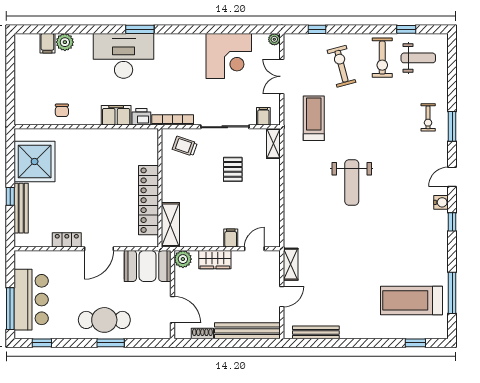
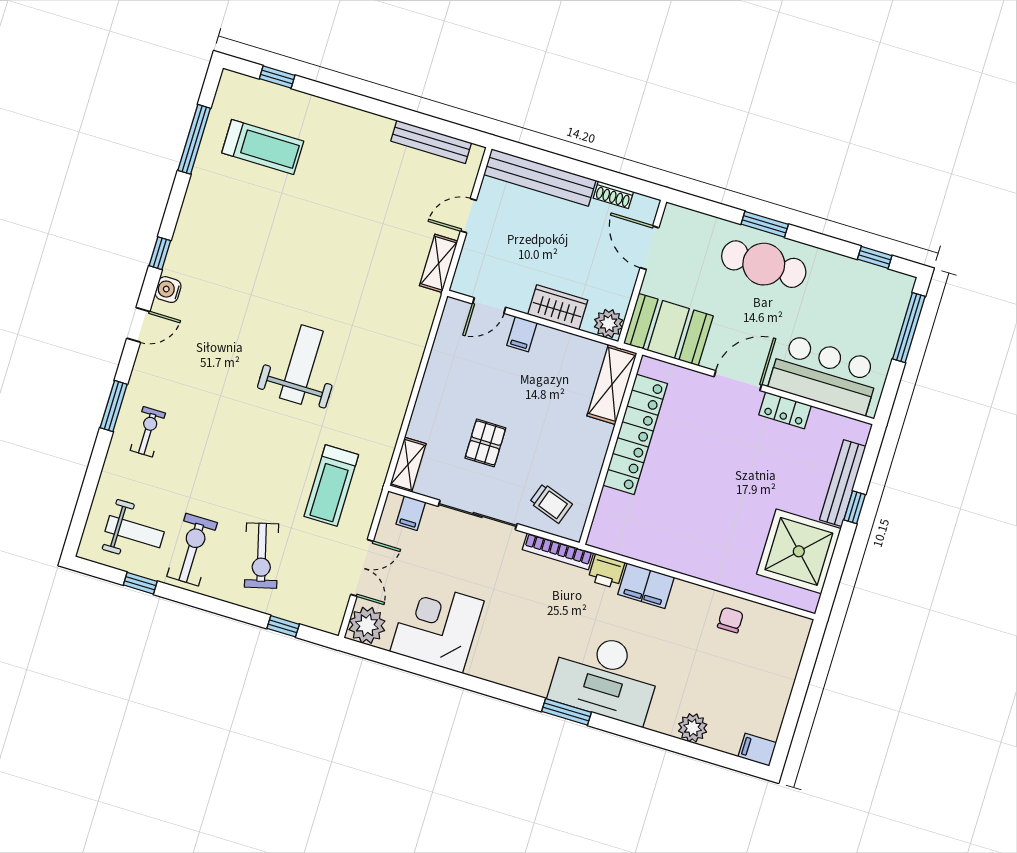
plant: (274, 39) -> (367, 625), width x1.87, depth x1.87
filing cabinet: (47, 43) -> (757, 750), moved, turned -90
weight bench: (418, 58) -> (135, 532), turned 180
bar counter: (31, 300) -> (825, 374), moved, turned 90
treadmill: (411, 300) -> (263, 147), width x0.73, depth x0.73

